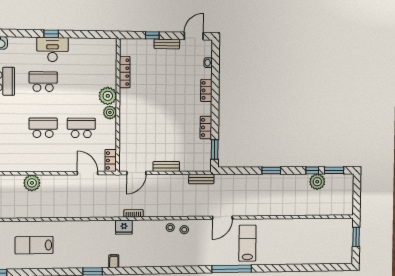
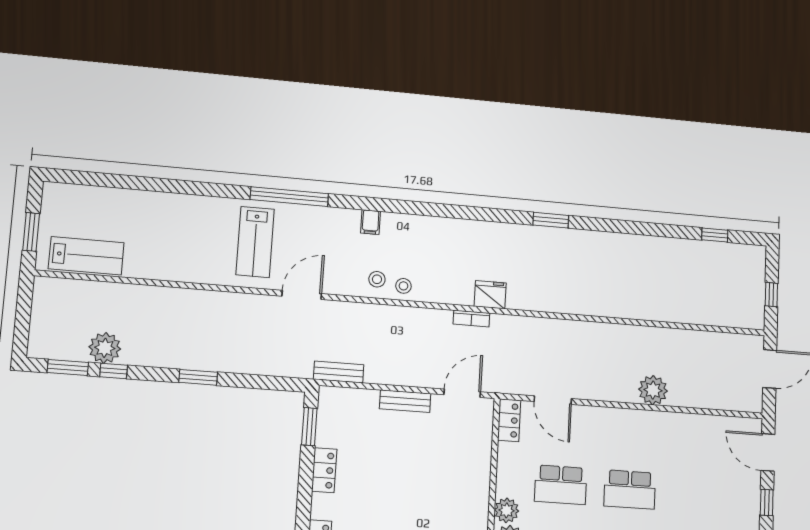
lab bench: (34, 245) -> (86, 256), moved
filing cabinet: (114, 261) -> (371, 222), moved

